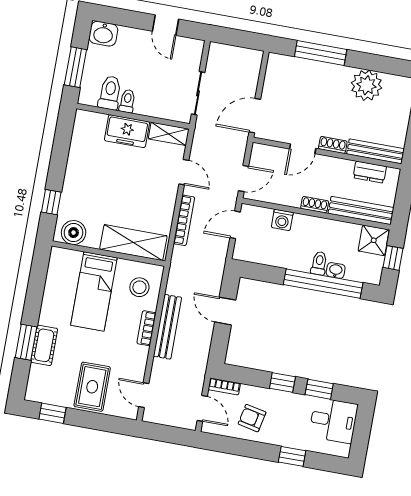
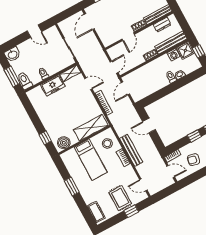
toilet: (110, 93) -> (25, 81), moved
door: (255, 116) -> (89, 22), moved
washing machine: (282, 220) -> (173, 55), moved
window: (323, 284) -> (179, 84), removed
window: (26, 342) -> (72, 186), moved
cot: (44, 345) -> (96, 212), moved
window: (53, 413) -> (131, 211), moved

